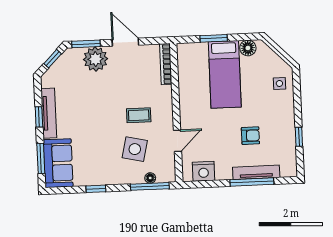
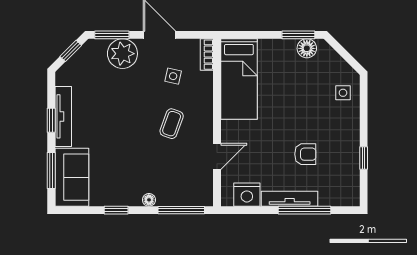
window: (214, 38) -> (298, 35), moved
bookcase: (166, 64) -> (207, 55), width x0.64
bed: (225, 74) -> (239, 79), moved
coffee table: (139, 115) -> (172, 124), turned -70
side table: (135, 149) -> (173, 76), moved, width x0.54, depth x0.54
tv unit: (256, 172) -> (290, 199), moved
floor lamp: (150, 178) -> (149, 200), moved

